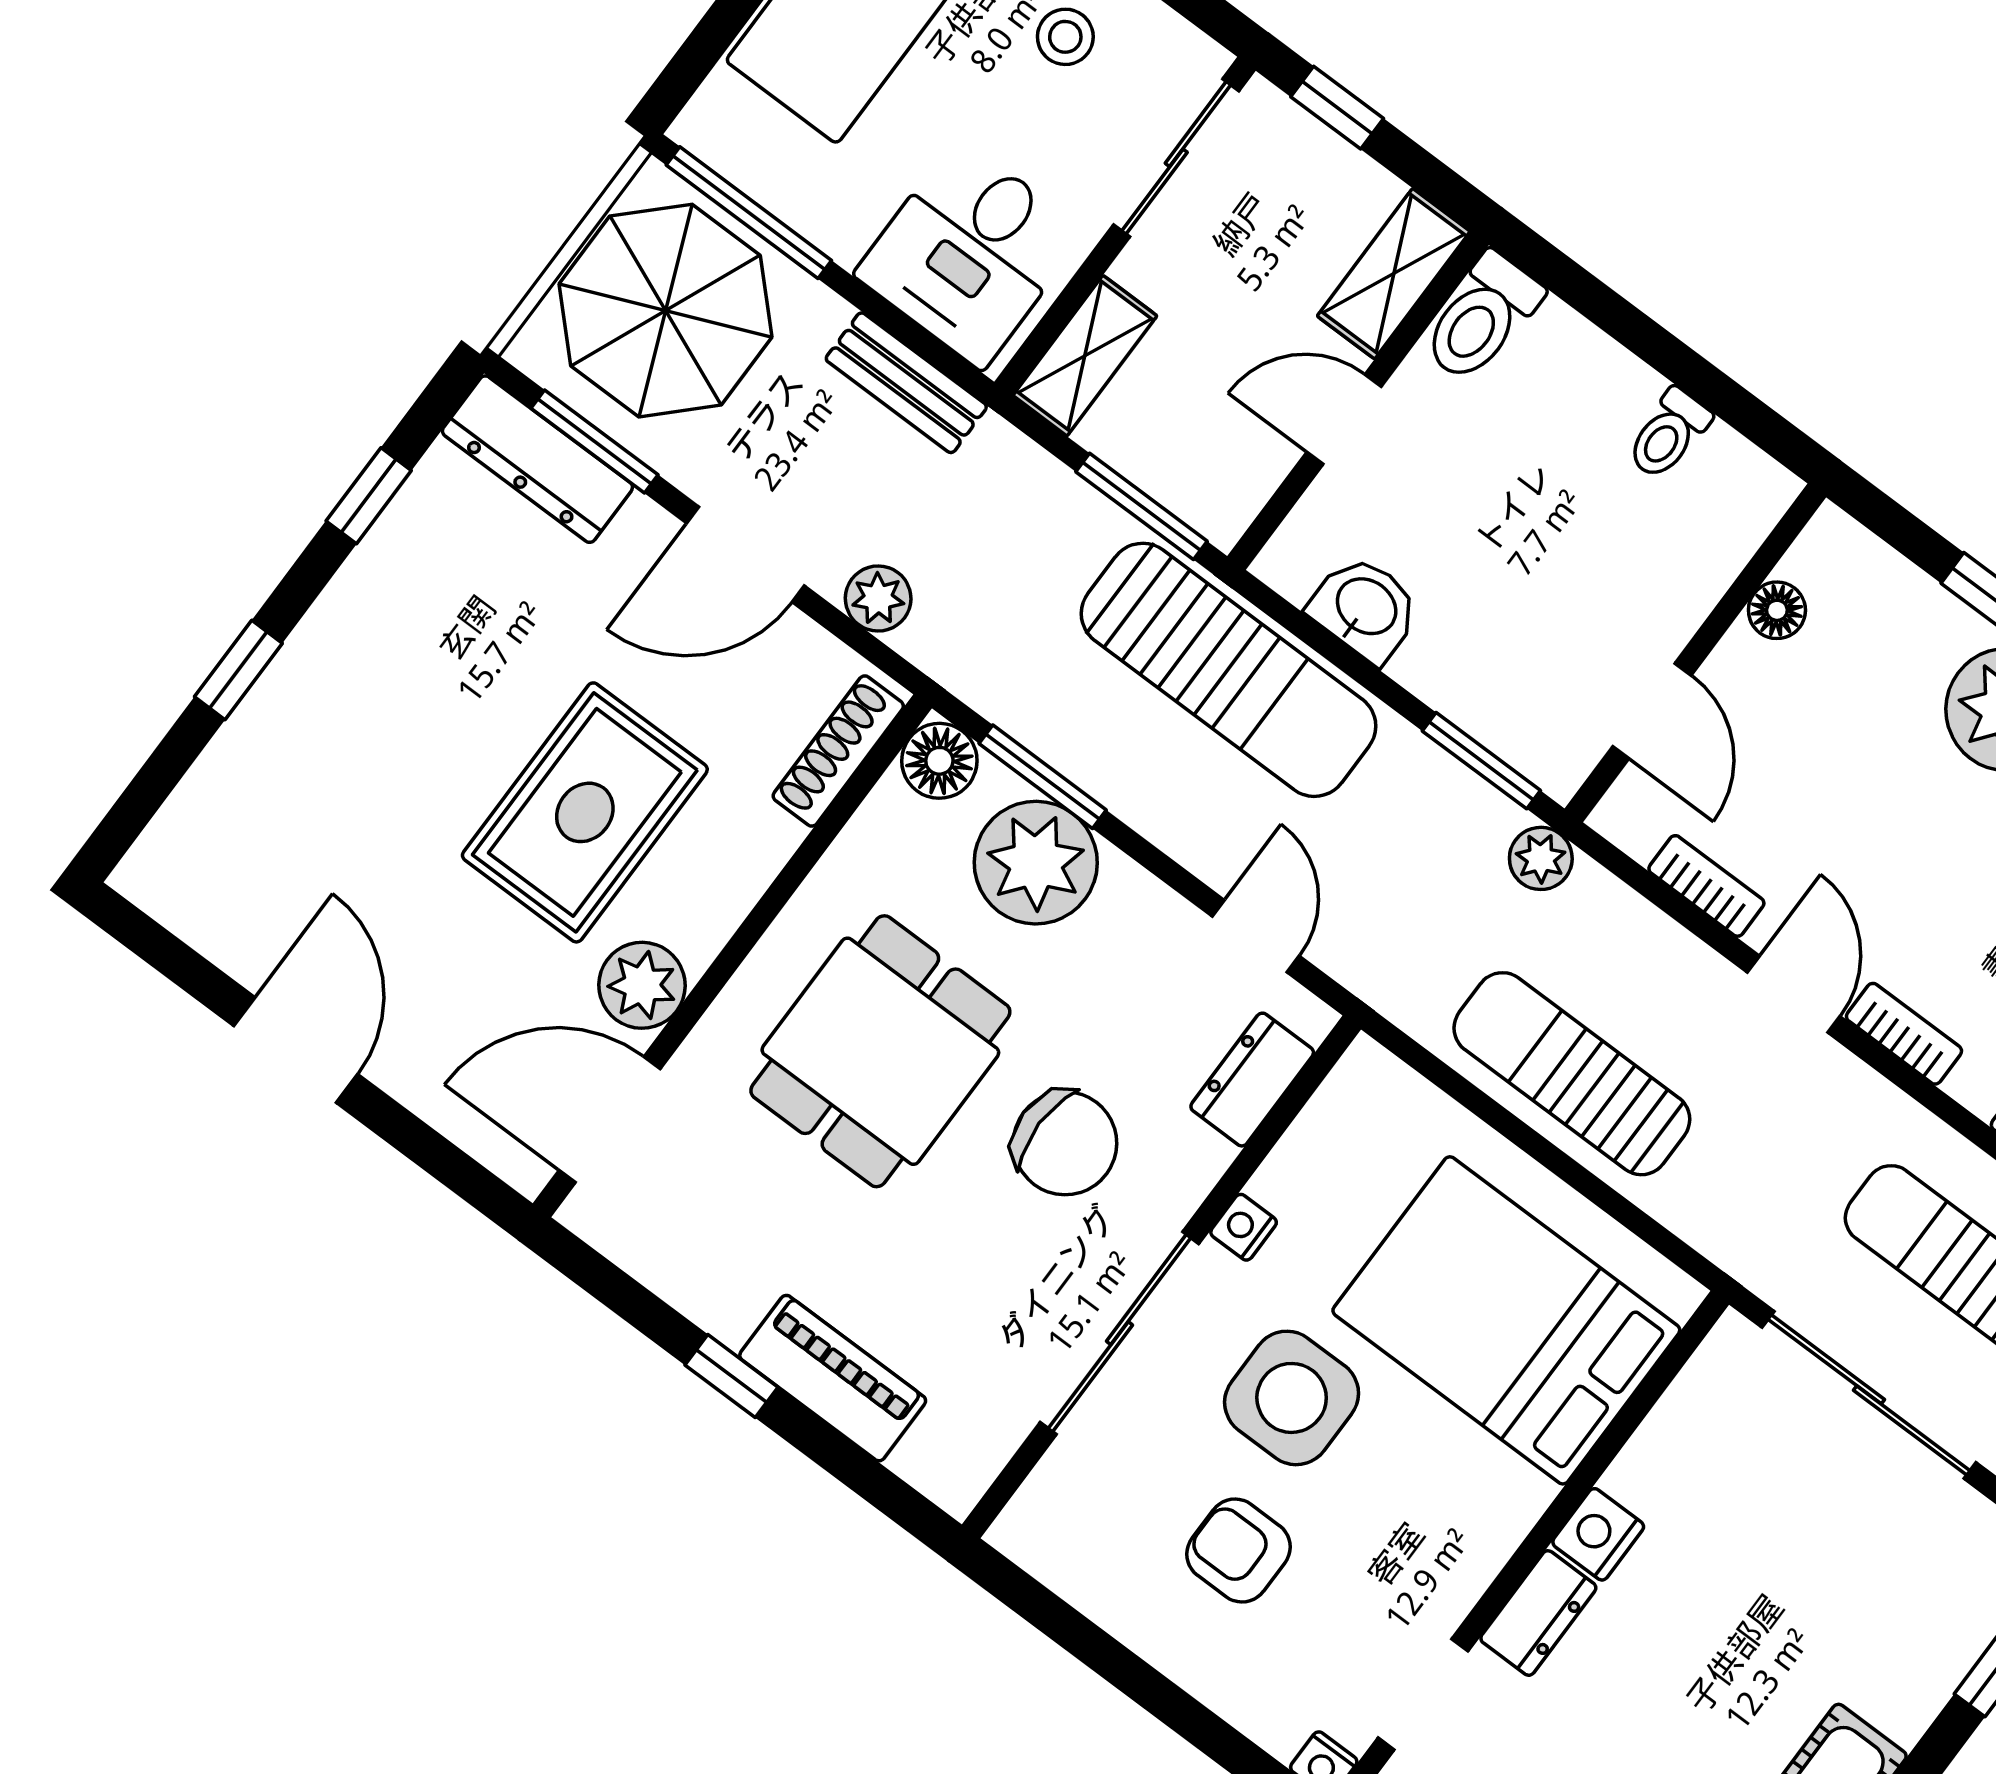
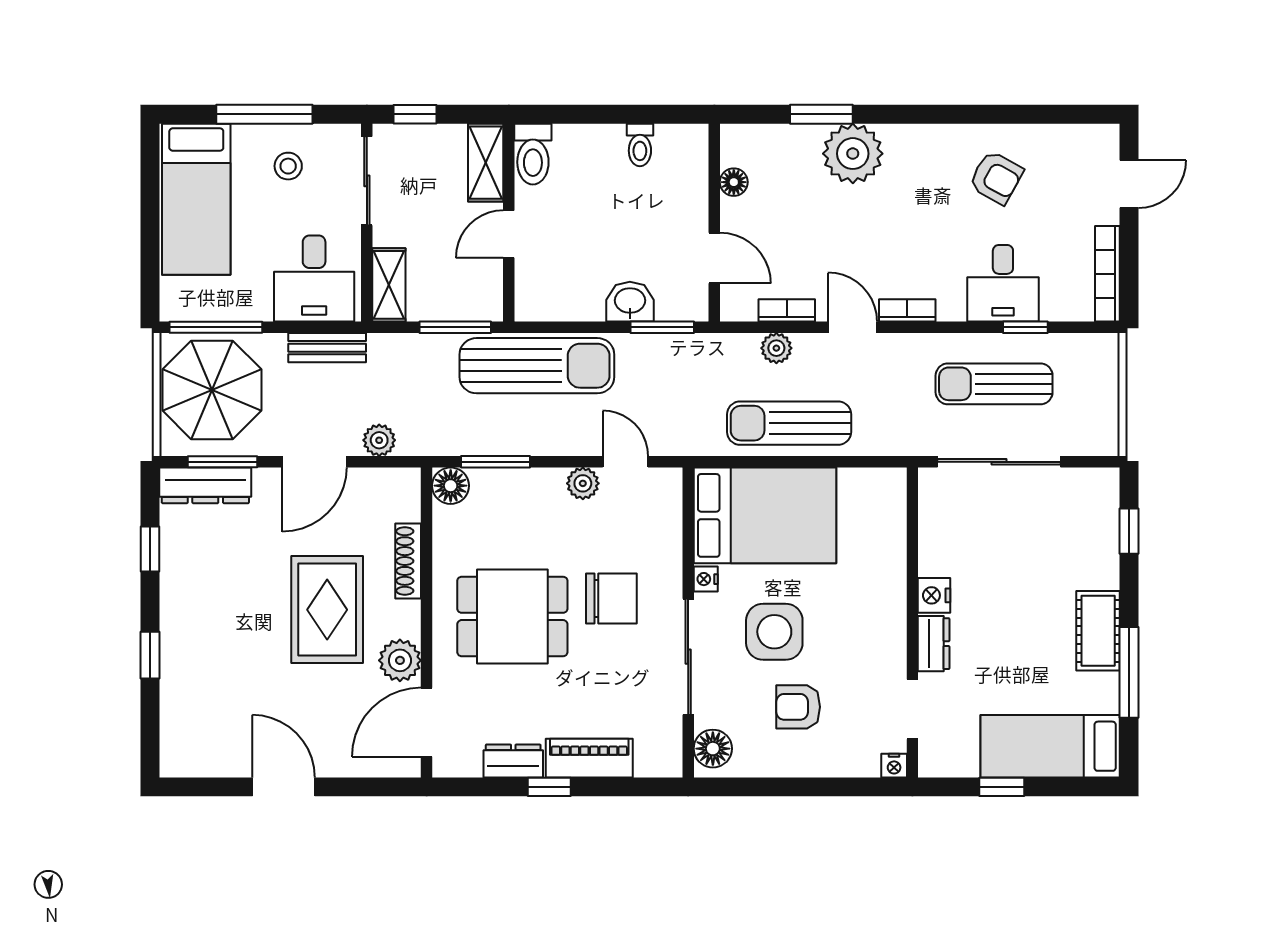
washbasin: (1365, 608) -> (630, 302), moved
shoe rack: (838, 751) -> (408, 561), moved
plant: (1541, 858) -> (776, 348), moved
plant: (1036, 863) -> (583, 483), moved, width x0.53, depth x0.53
dining table: (880, 1051) -> (512, 616), turned 90
dresser: (1252, 1080) -> (513, 761), moved, turned 90
bed: (1506, 1320) -> (765, 515), moved, turned 180
floor lamp: (1047, 1514) -> (713, 749), added

